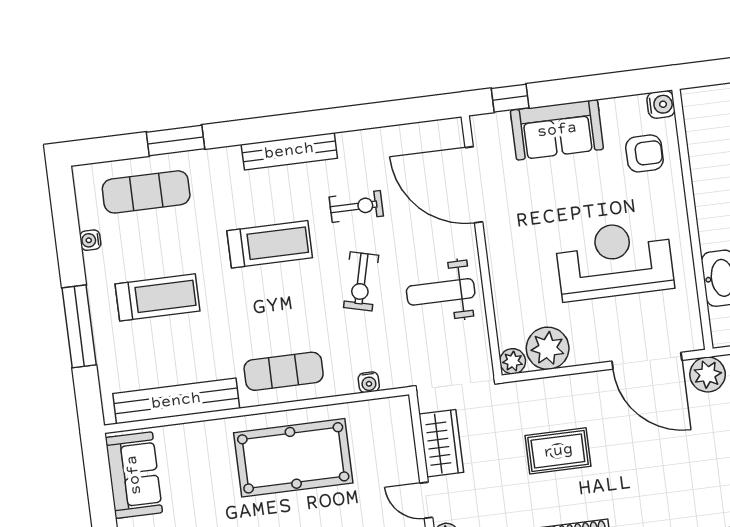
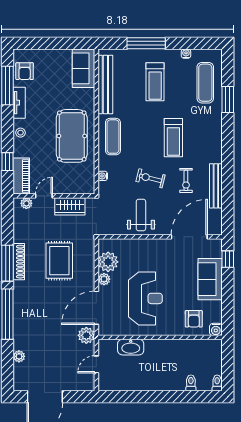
bench: (289, 151) -> (216, 186), moved
plant: (513, 361) -> (104, 279), moved
rug: (558, 451) -> (59, 261), width x1.36, depth x1.43
sofa: (134, 475) -> (83, 68), moved, turned 90

